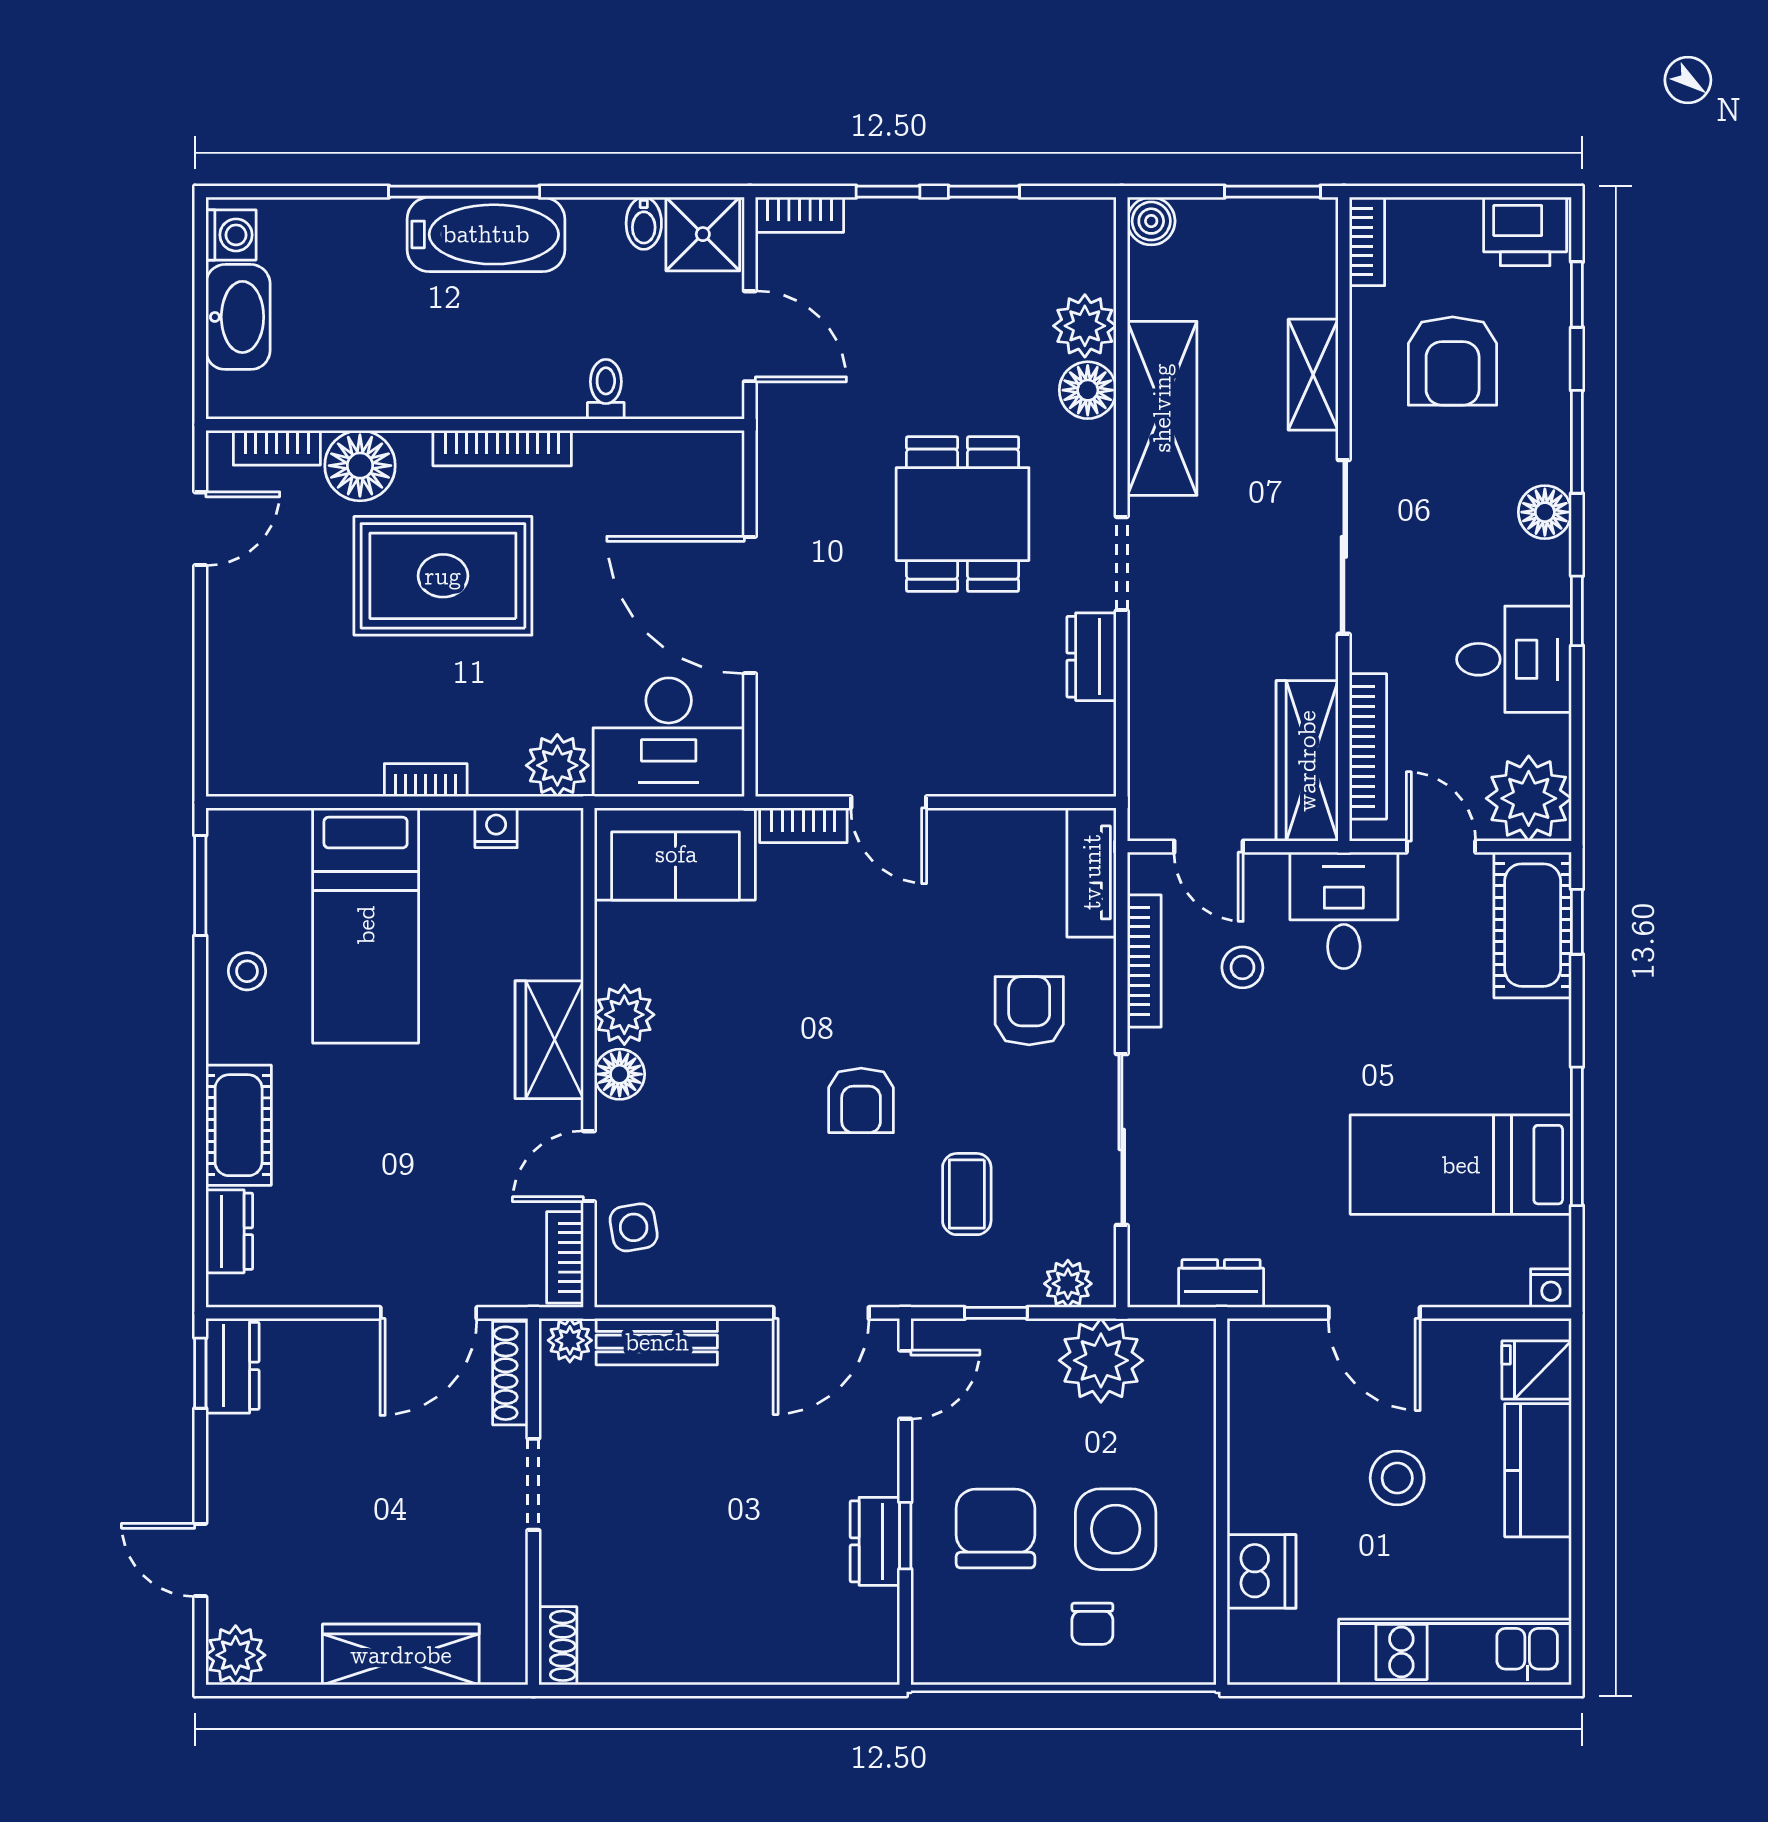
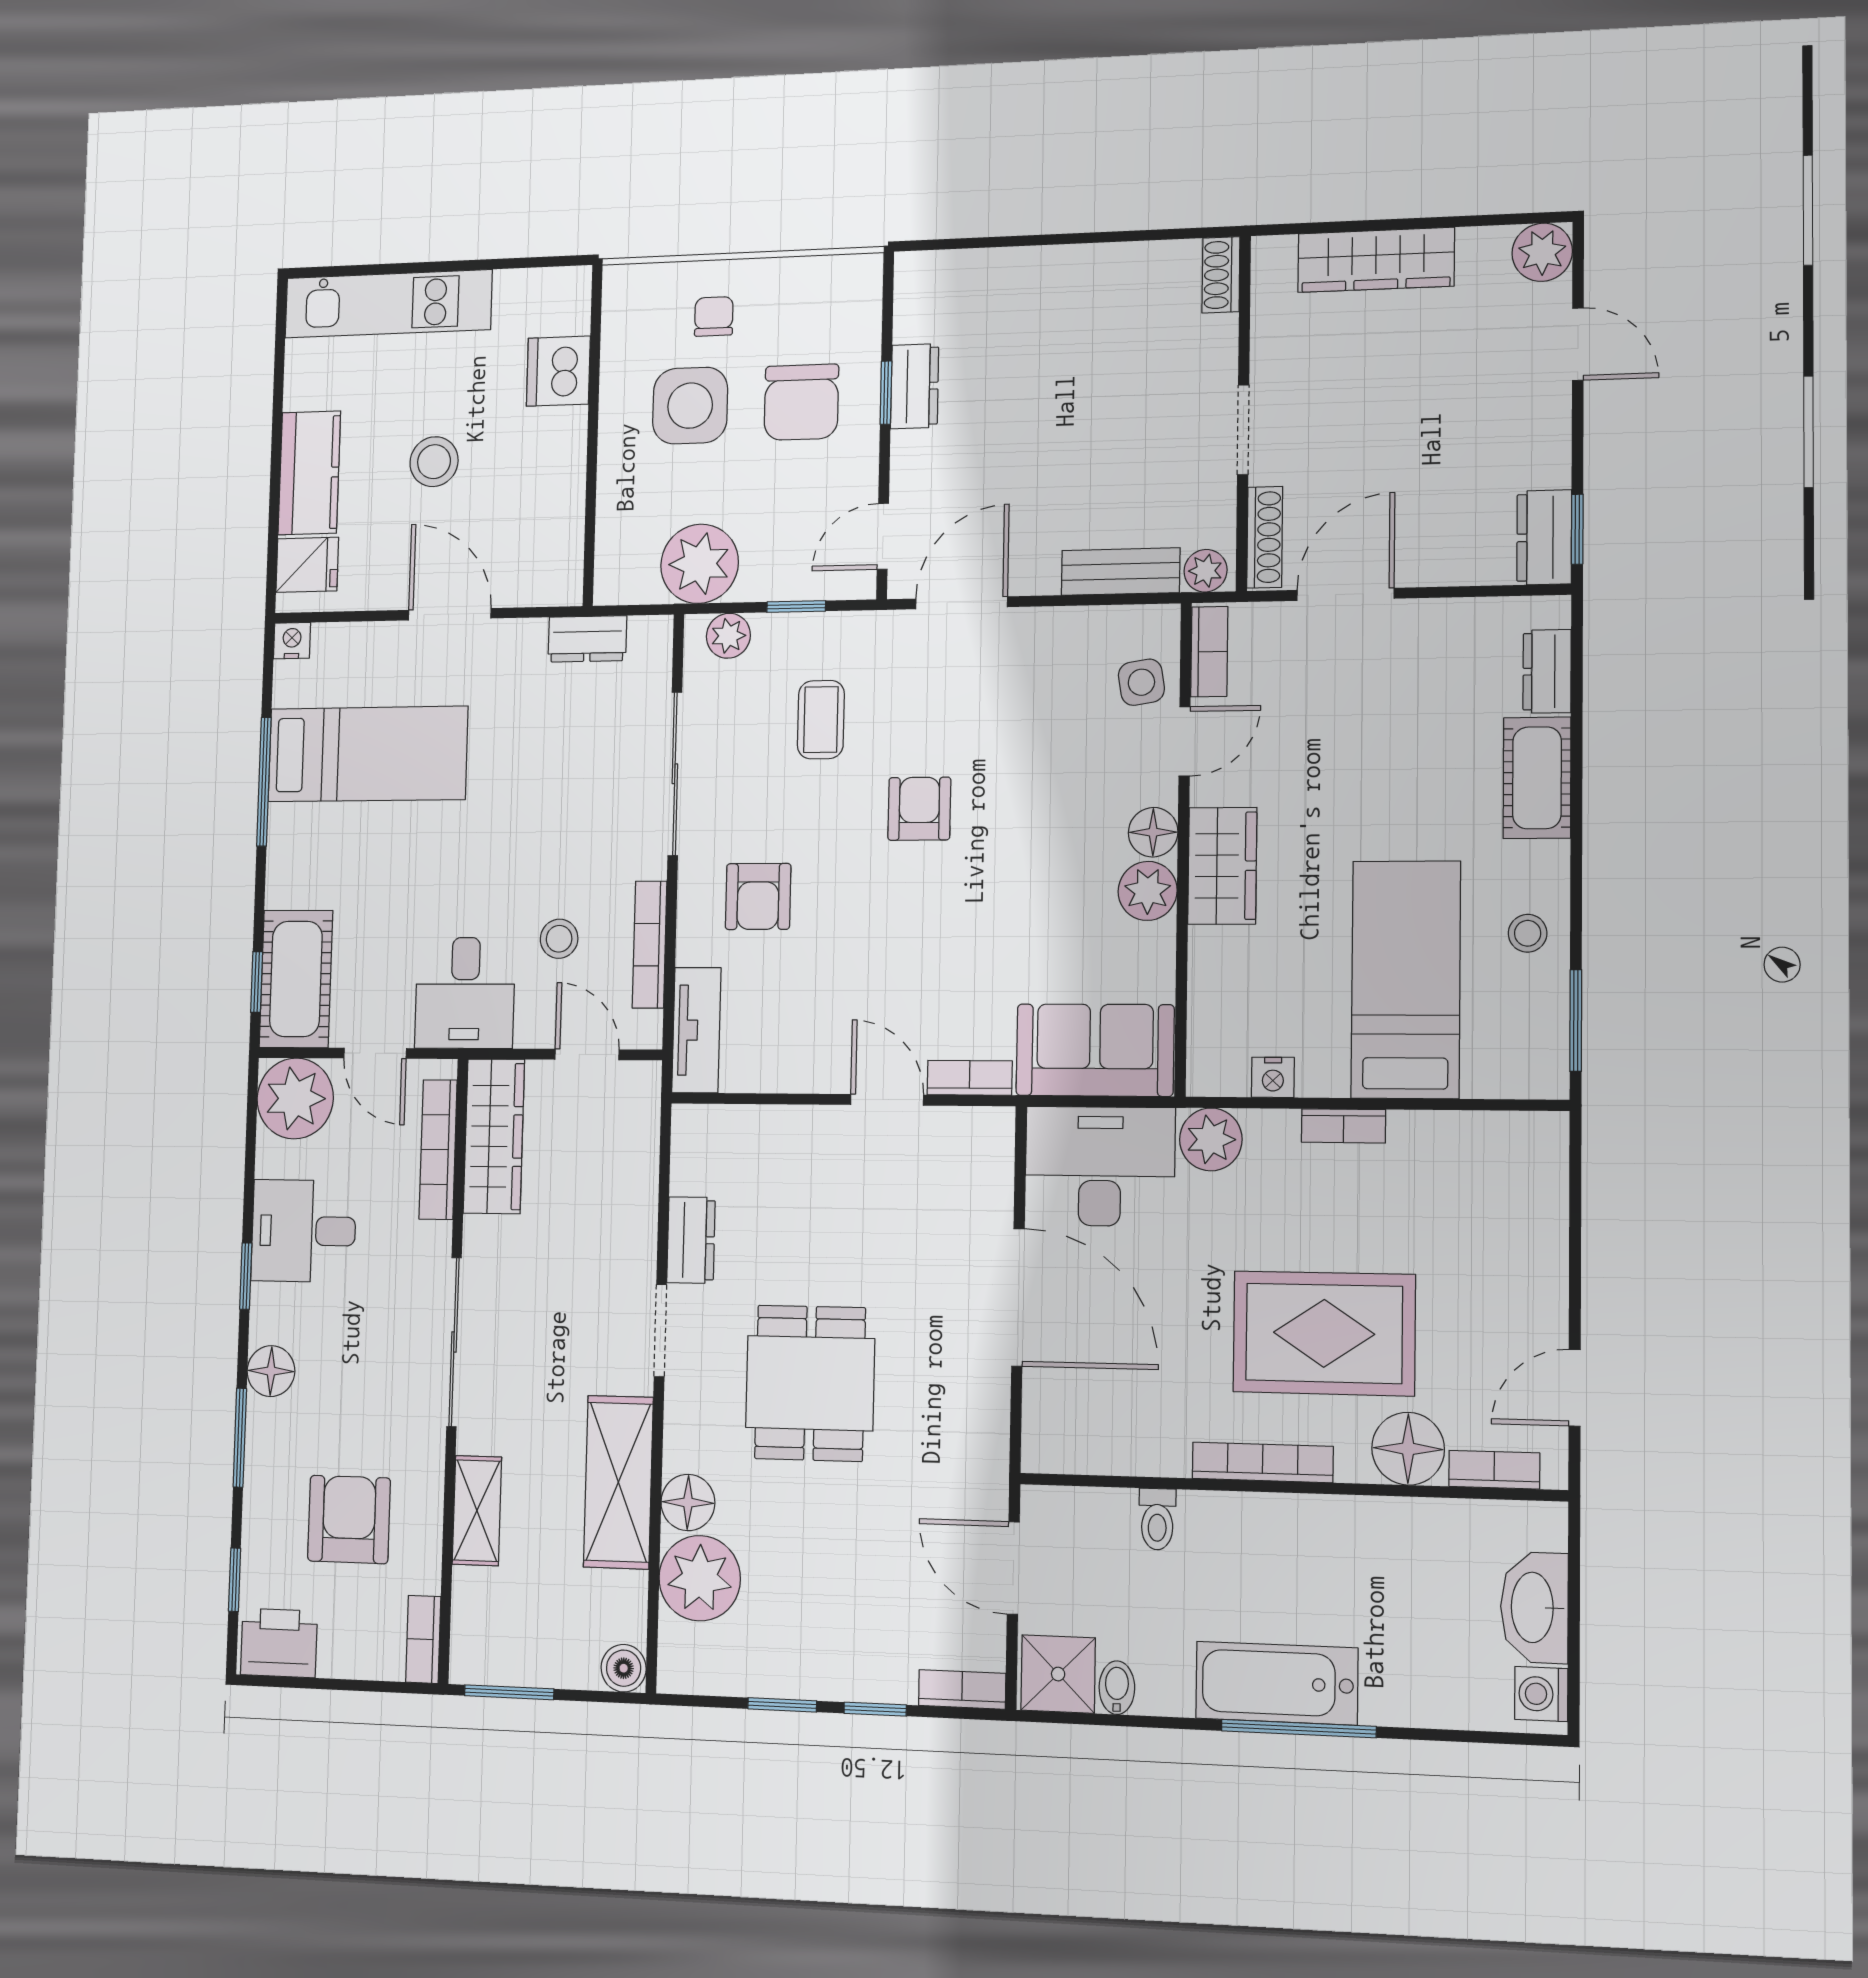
plant: (1085, 326) -> (700, 1578), width x1.36, depth x1.36

